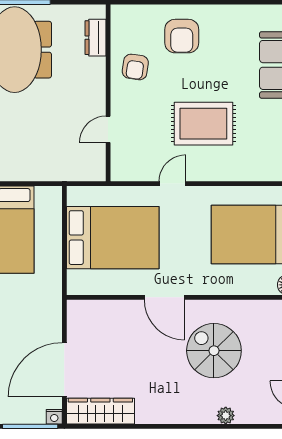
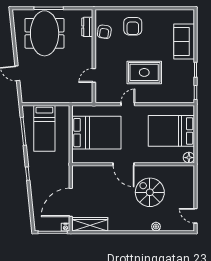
armchair: (135, 67) -> (104, 32), moved

